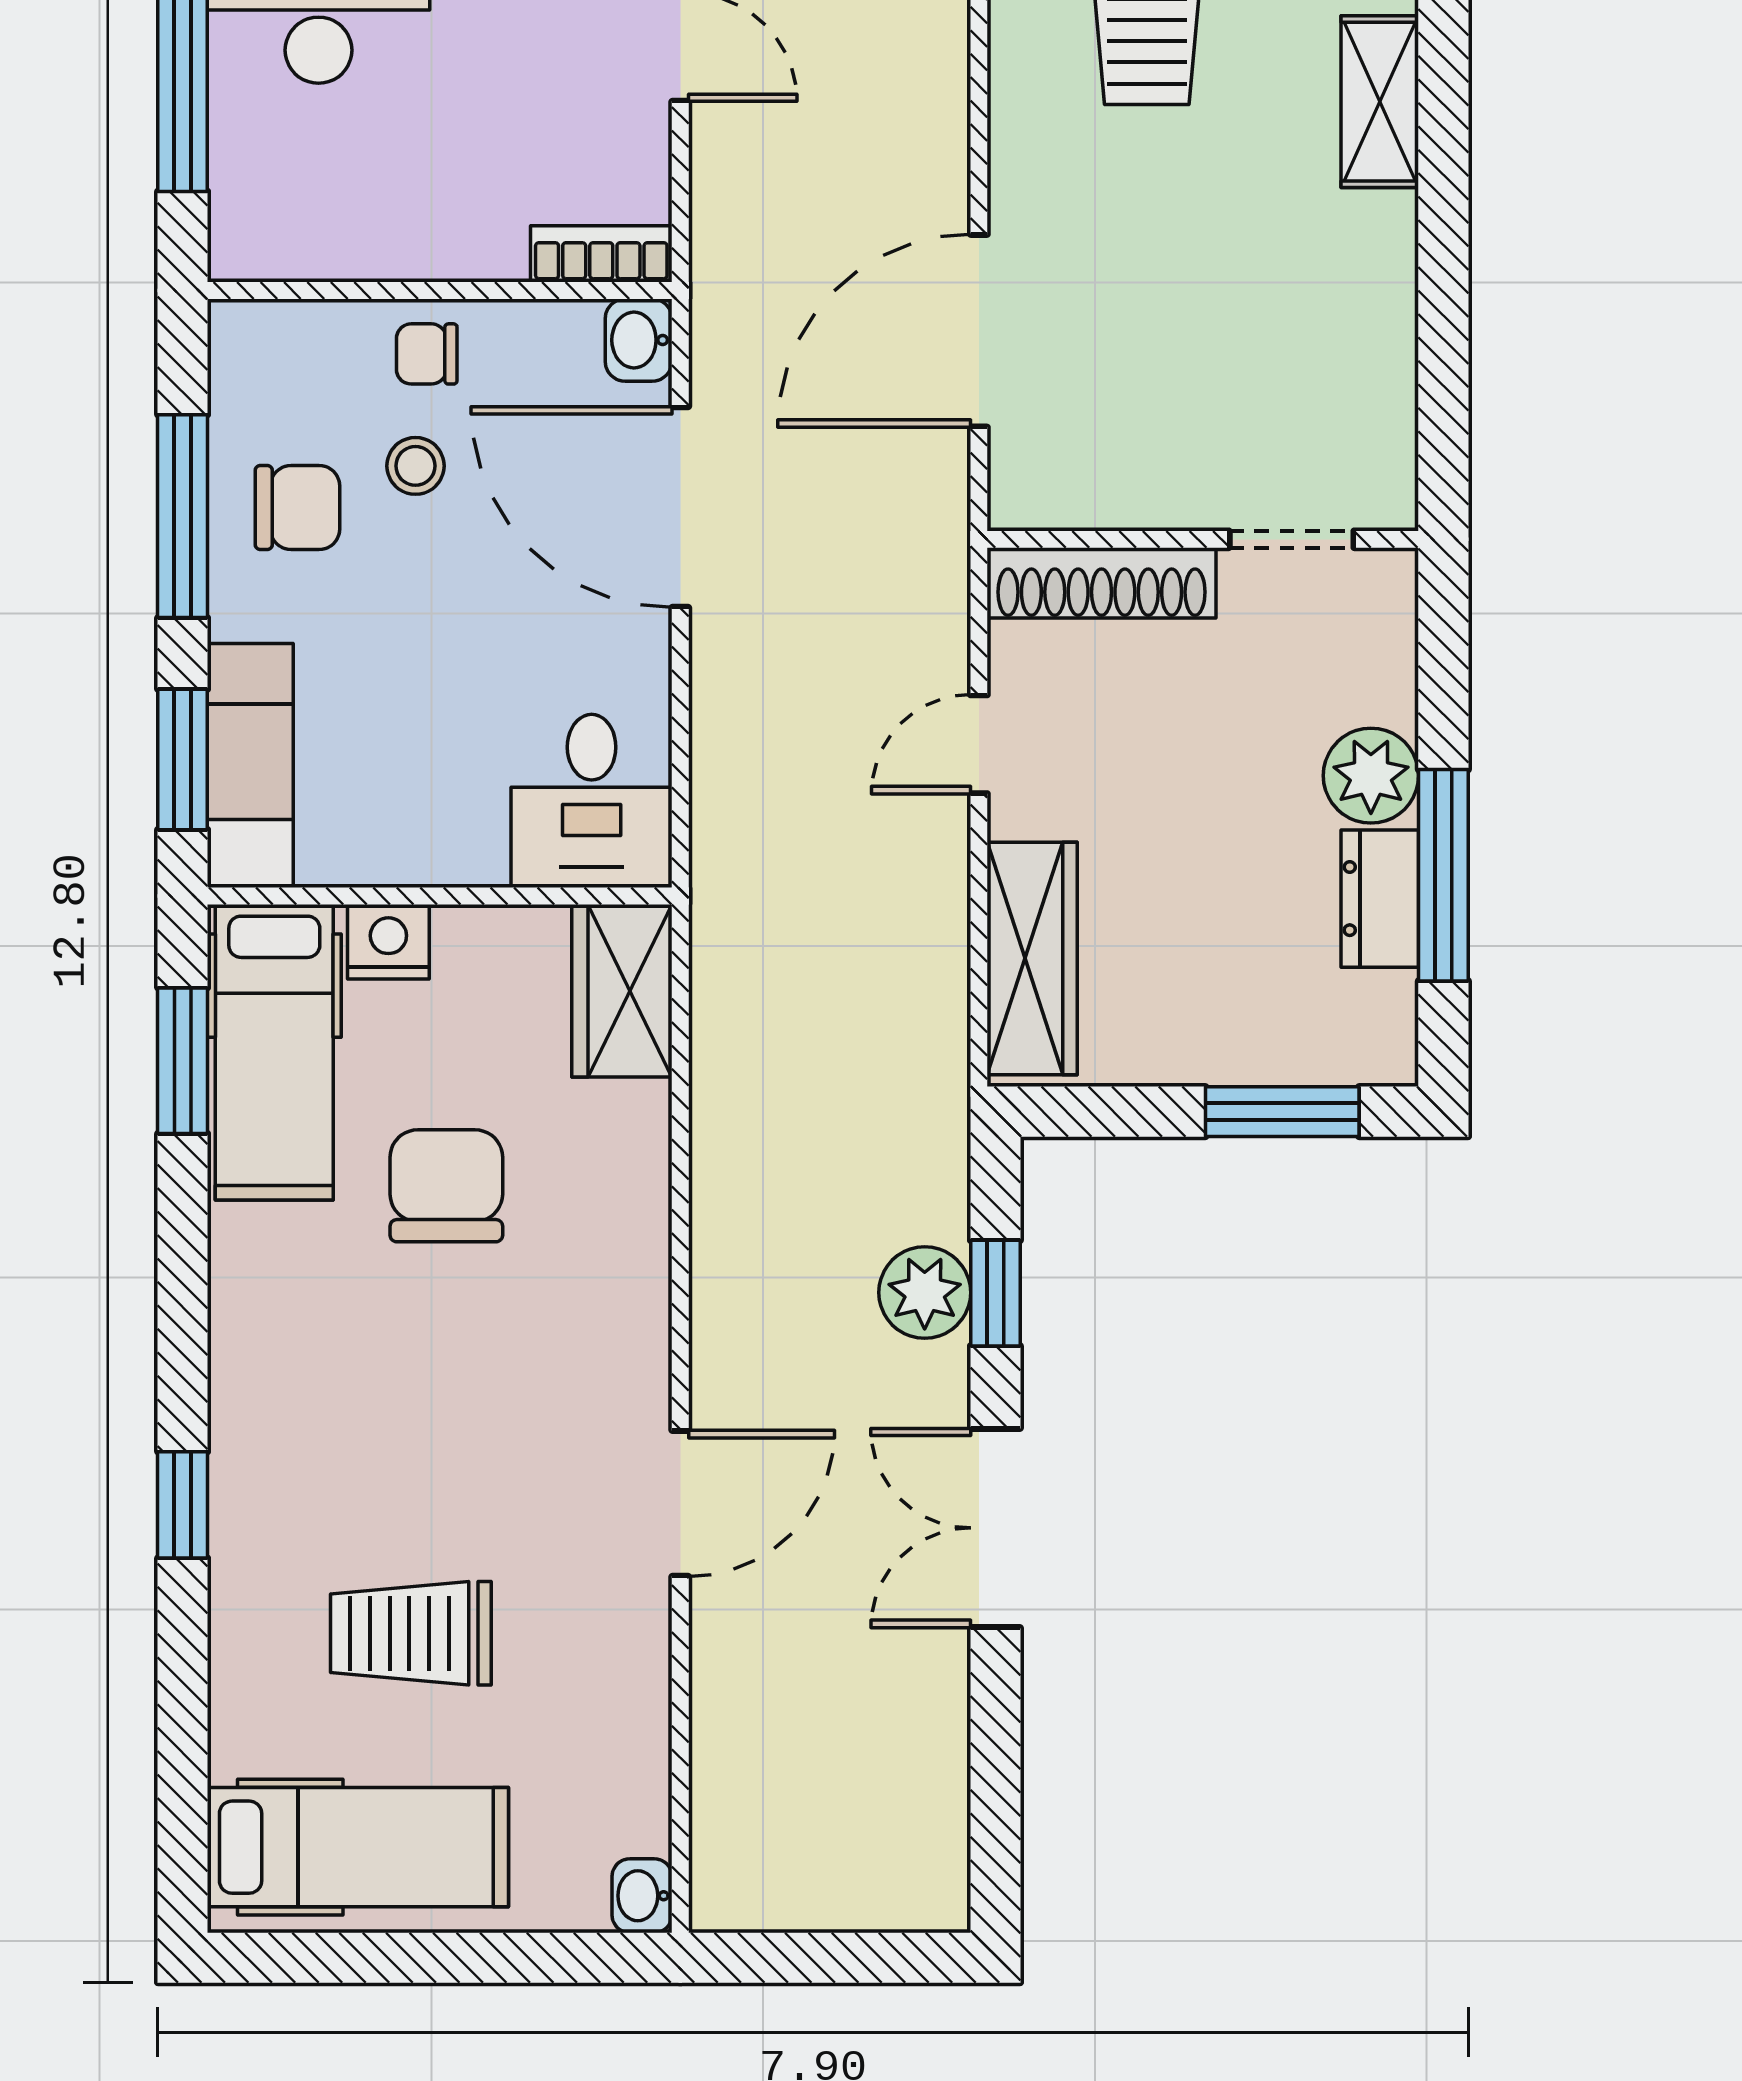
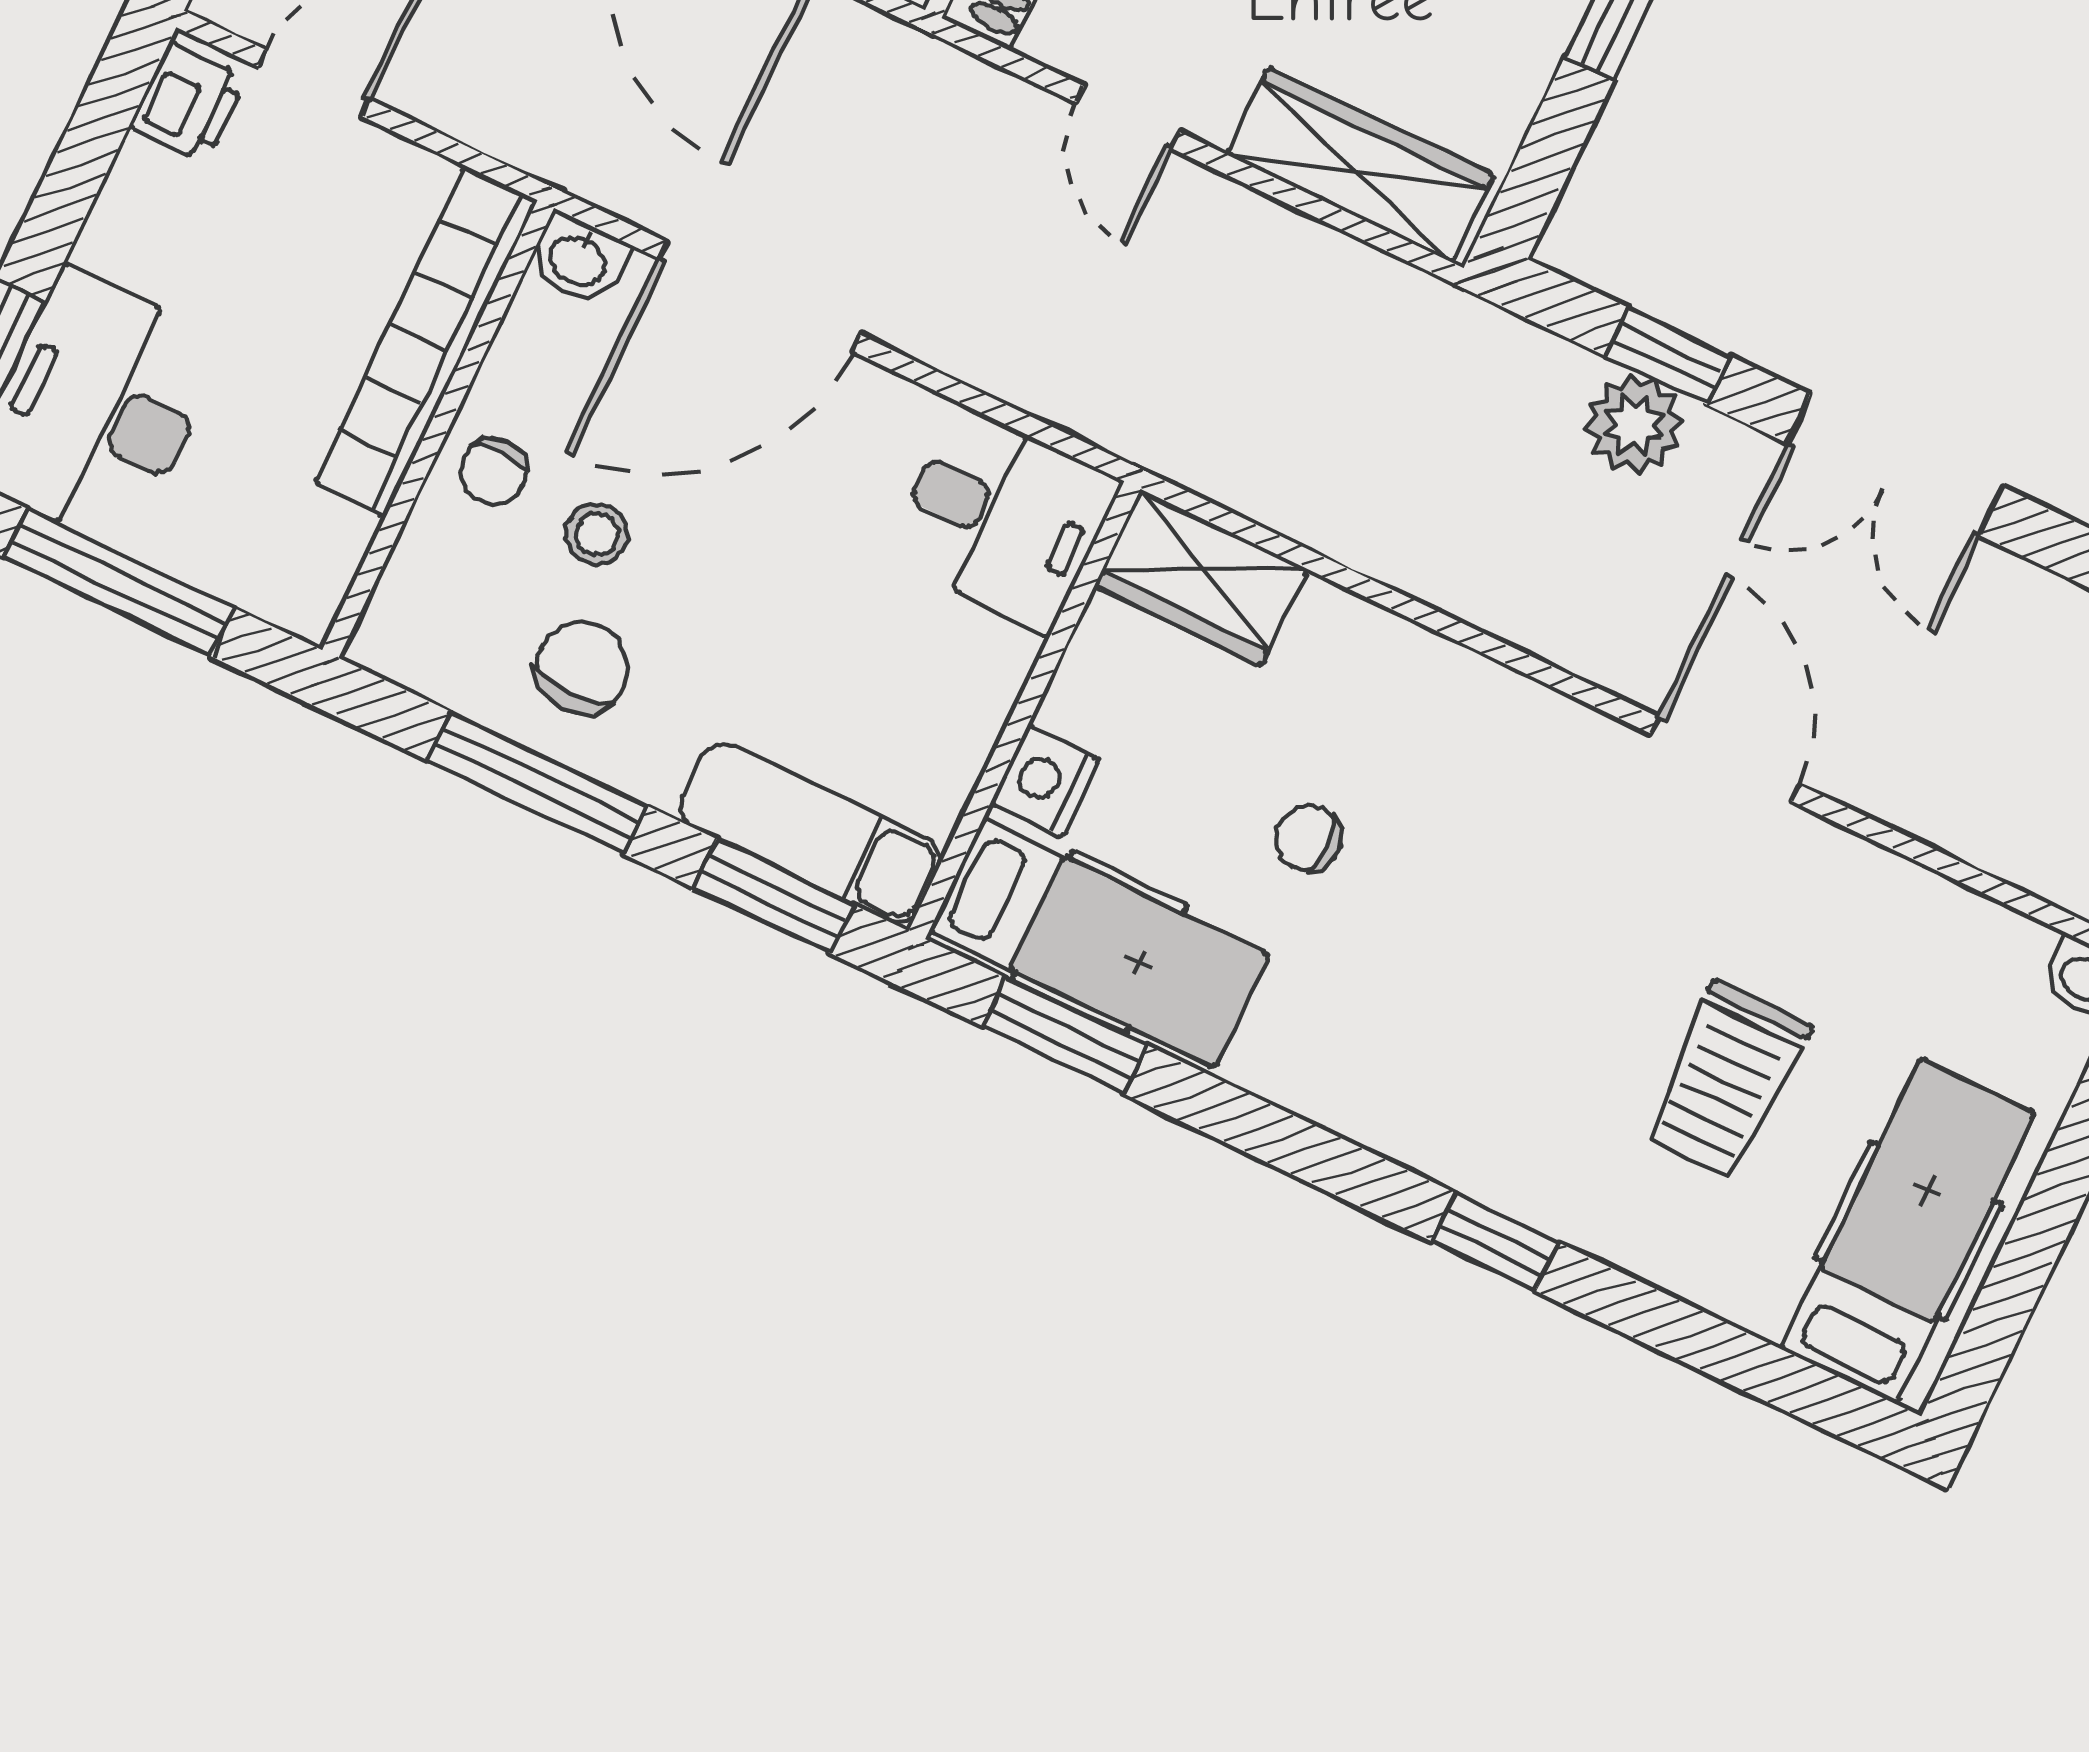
bookcase: (601, 254) -> (426, 341), width x2.31, depth x1.31
chair: (446, 1186) -> (1309, 838), width x0.54, depth x0.54

